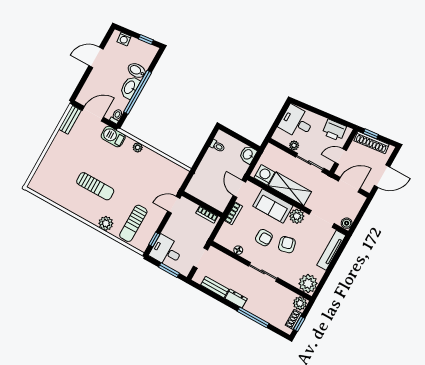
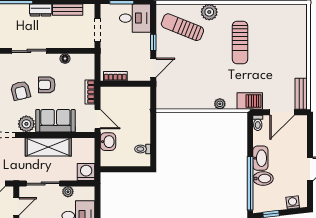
window: (138, 92) -> (250, 183), moved
washbasin: (248, 155) -> (108, 142), moved
washing machine: (264, 175) -> (86, 172), moved, turned 180
sun lounger: (95, 186) -> (240, 43), turned -90
sun lounger: (133, 223) -> (182, 27), turned -68
window: (154, 239) -> (153, 42), moved

